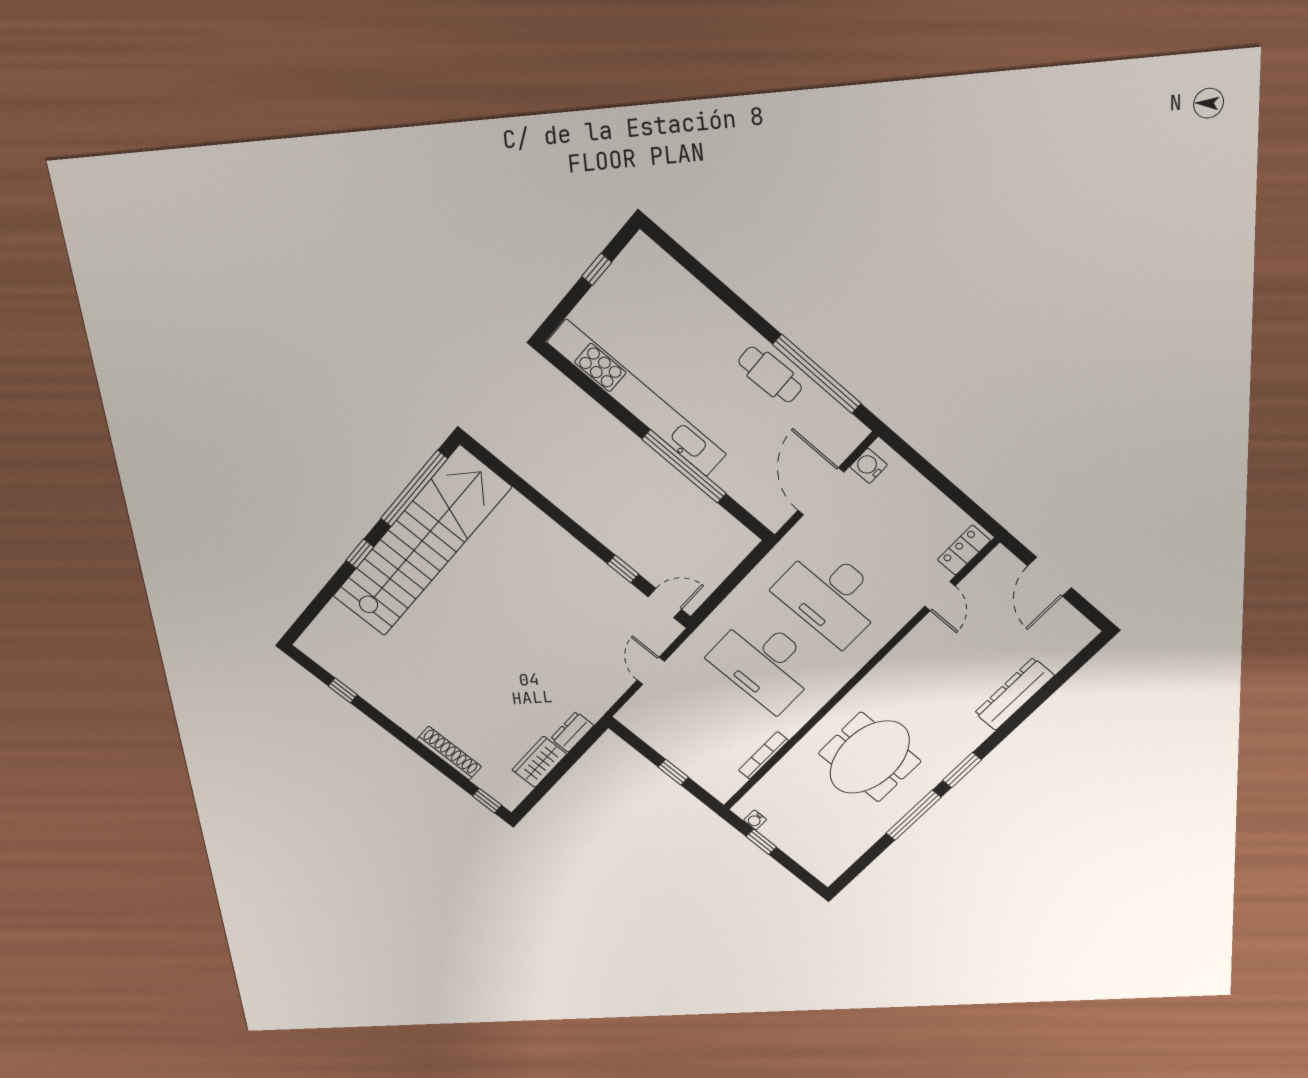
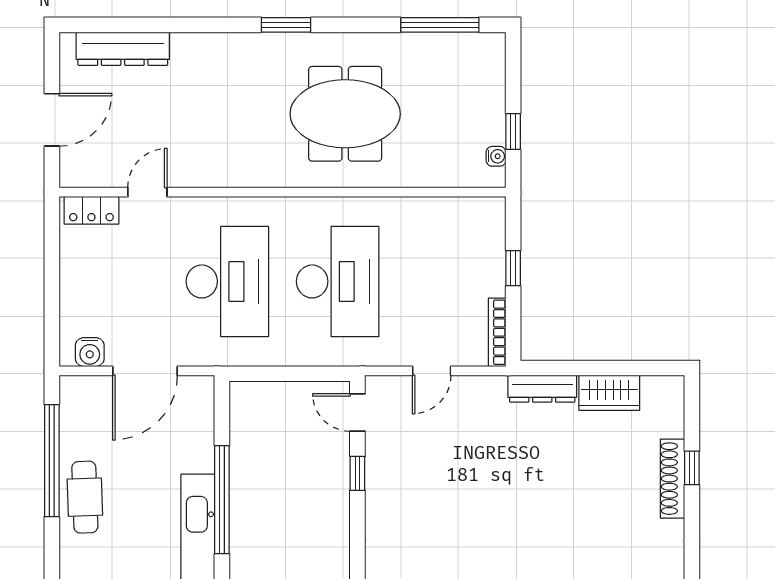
dresser: (1014, 694) -> (123, 49), moved
dresser: (572, 732) -> (542, 389), width x1.44
bookcase: (763, 755) -> (497, 332), moved, turned 90
window: (487, 801) -> (692, 468), moved
window: (914, 815) -> (440, 25), moved

